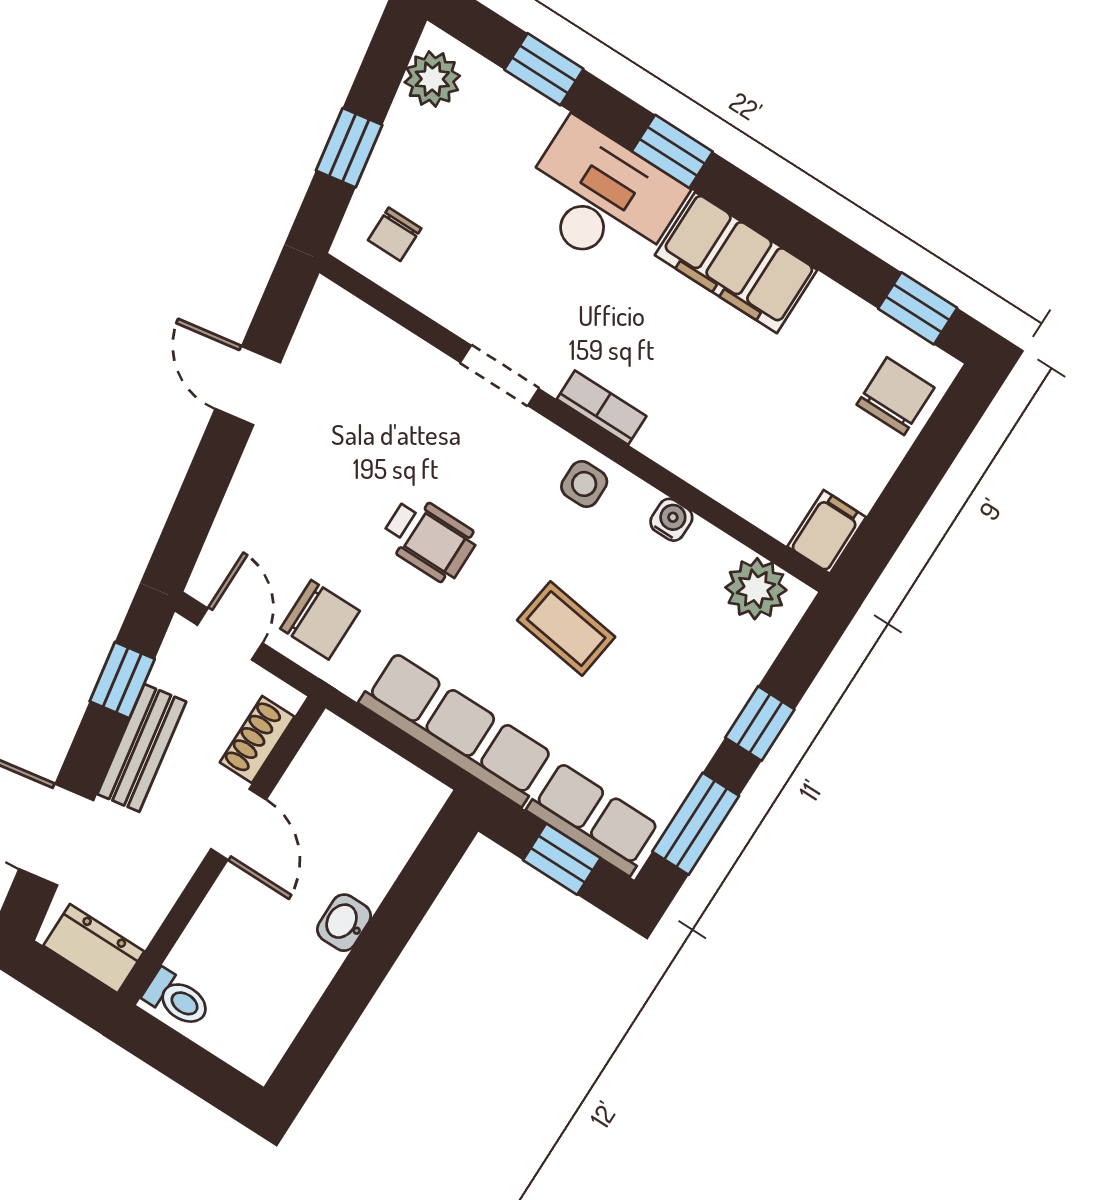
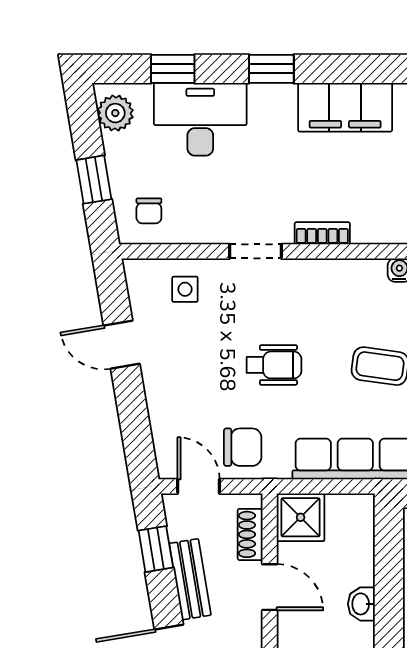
desk: (601, 198) -> (200, 119), moved
side table: (584, 484) -> (185, 289), moved
shower: (337, 759) -> (301, 517), added

